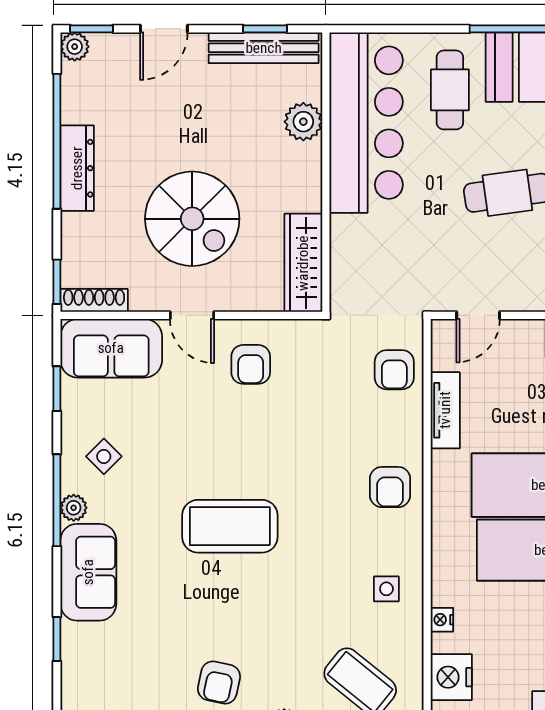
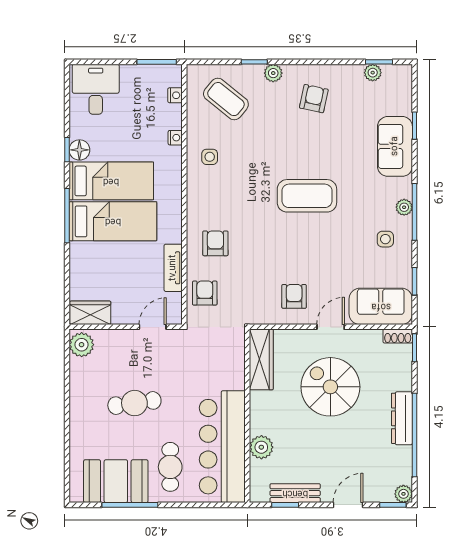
bench: (264, 48) -> (295, 493), width x0.73
shoe rack: (94, 300) -> (398, 336), width x0.70
door: (192, 315) -> (331, 327), hinge flipped
side table: (104, 456) -> (385, 239), turned 45
armchair: (390, 487) -> (215, 243), moved
sofa: (88, 572) -> (395, 146), moved
nightstand: (451, 677) -> (175, 95), width x0.53, depth x0.56

